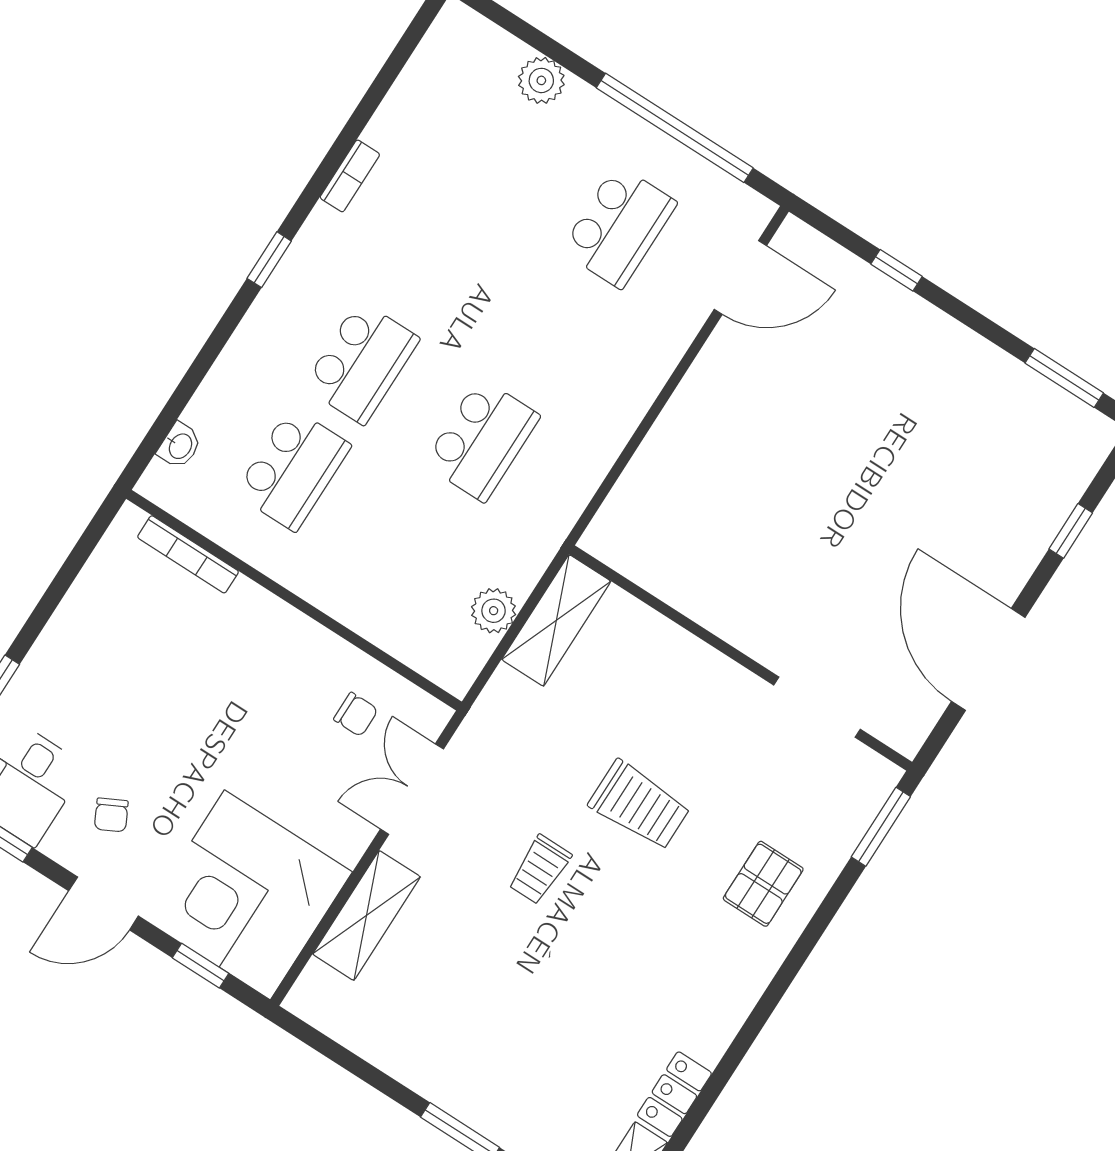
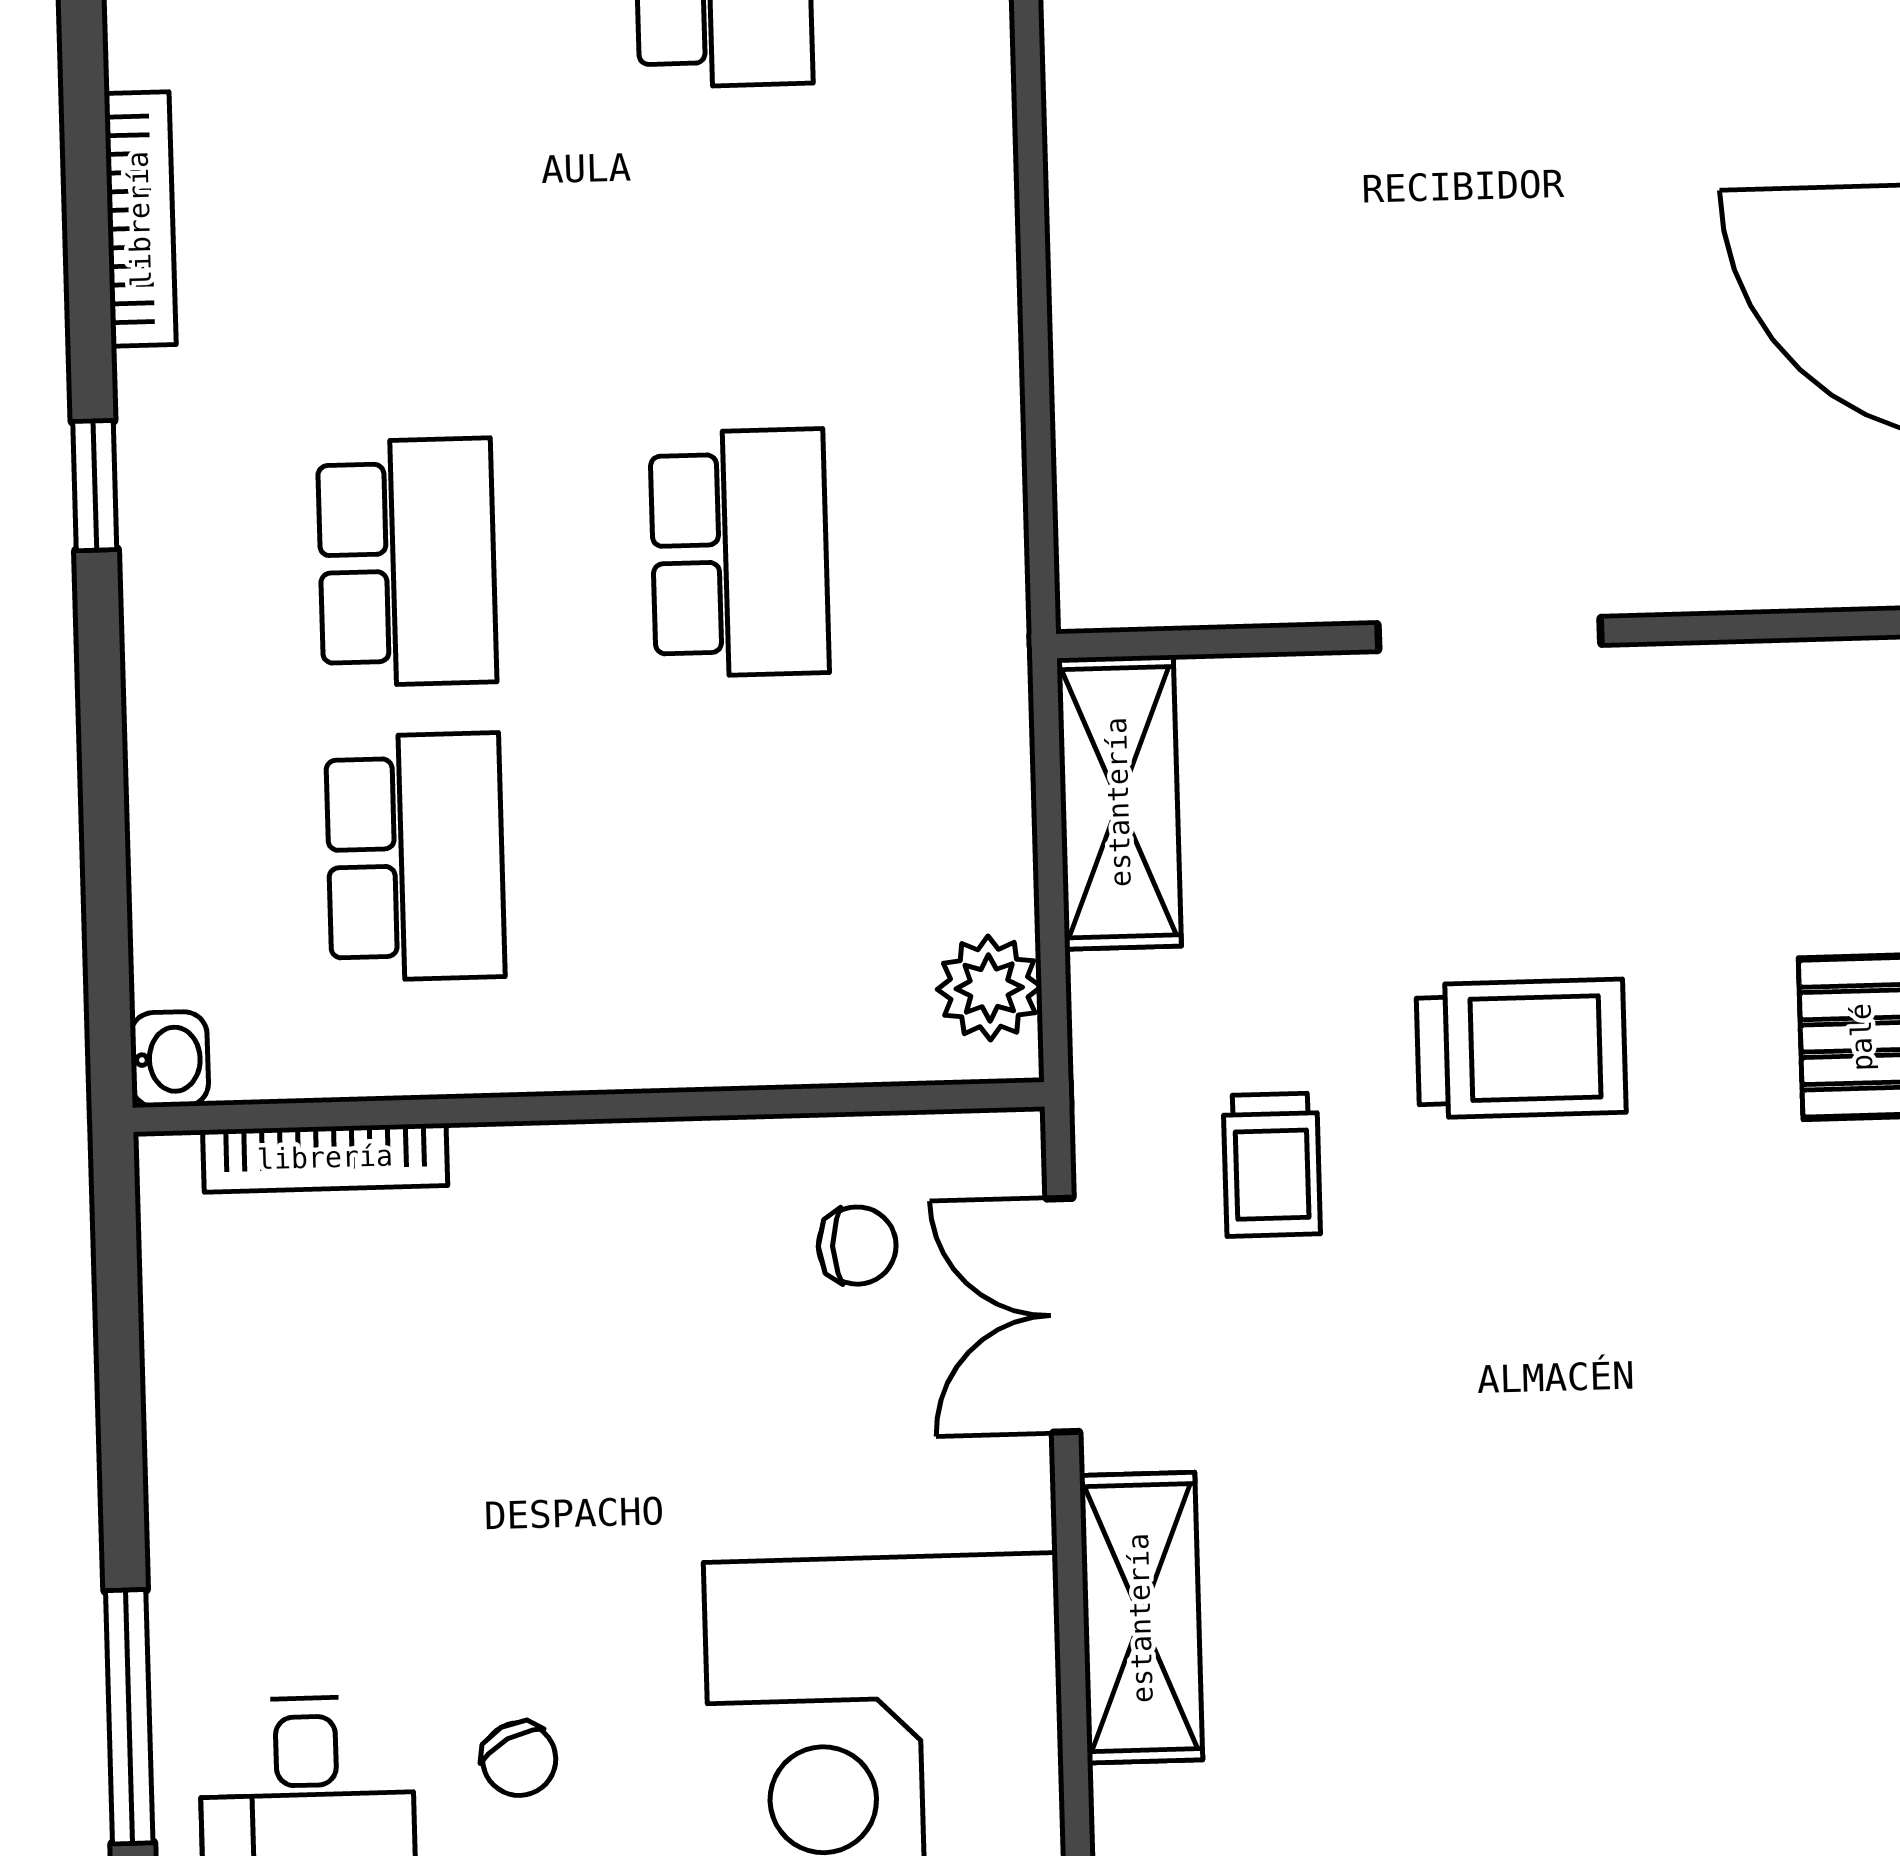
bookcase: (350, 176) -> (140, 219), width x1.56
washbasin: (180, 446) -> (169, 1059), moved
plant: (494, 611) -> (989, 988), moved
doorway: (817, 707) -> (1489, 634), moved
trolley: (540, 870) -> (1272, 1165), moved

